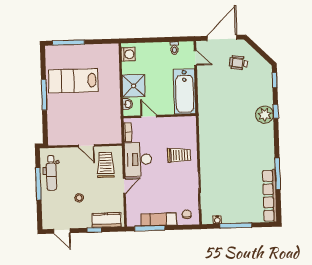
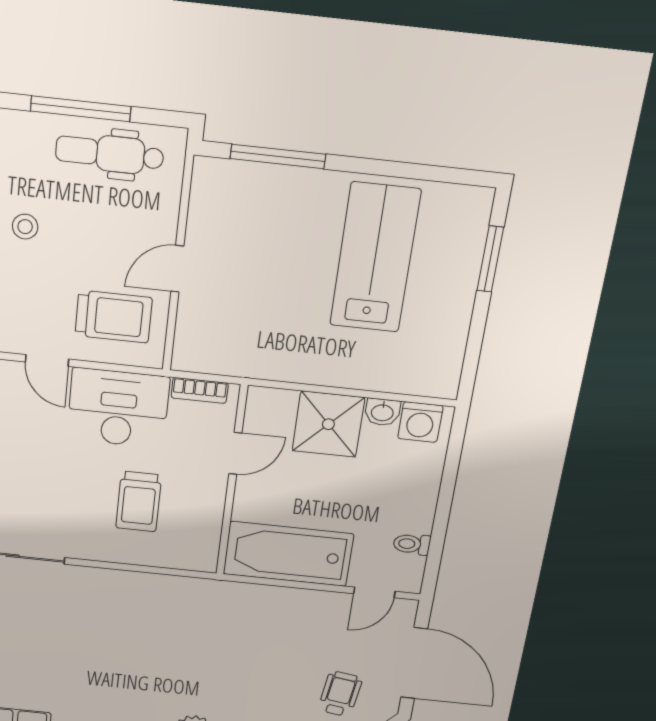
window: (68, 43) -> (490, 259), width x0.69
window: (44, 95) -> (278, 156), moved
washbasin: (128, 104) -> (382, 412), moved
trolley: (179, 155) -> (139, 502), moved

